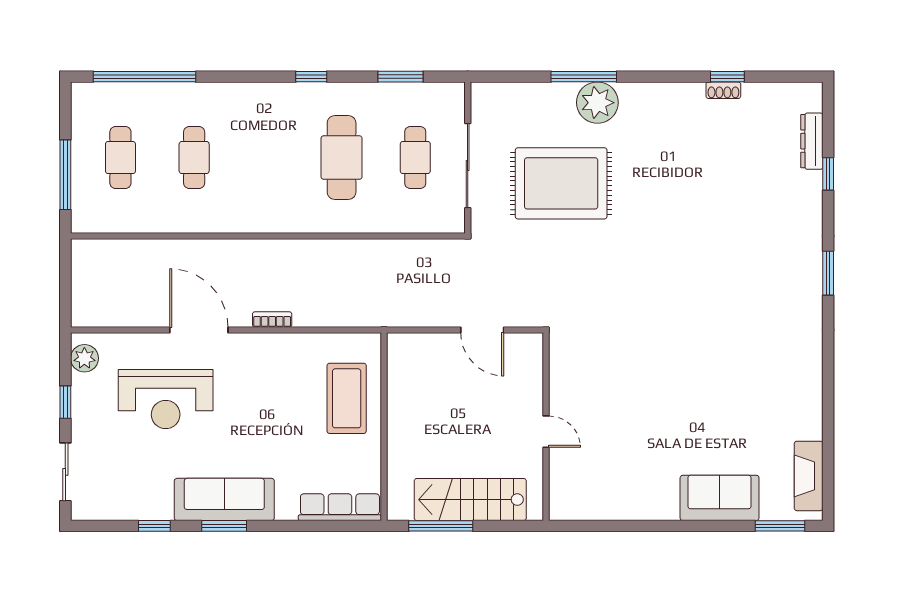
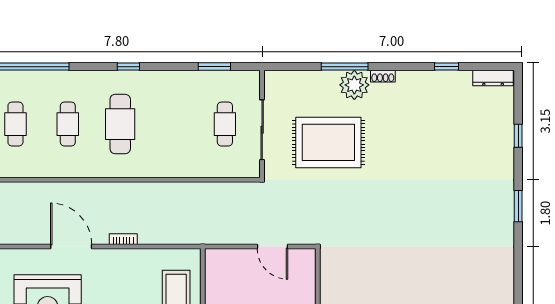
window: (311, 77) -> (128, 67), moved
shoe rack: (723, 90) -> (383, 76), moved
dresser: (812, 141) -> (493, 78), moved, turned -90
cafe table: (342, 158) -> (120, 124), moved

